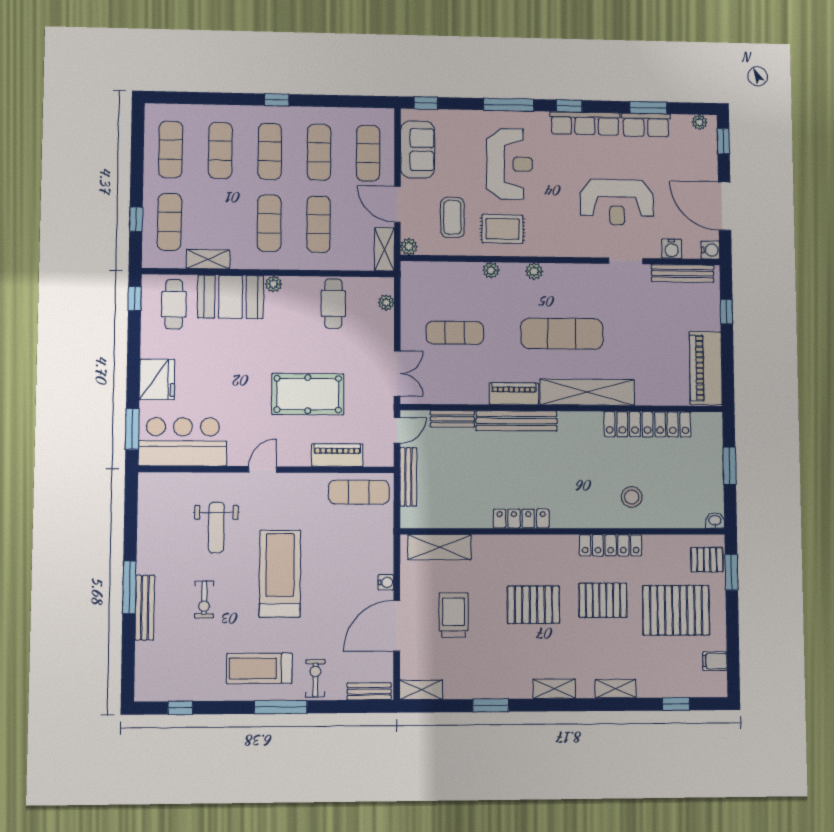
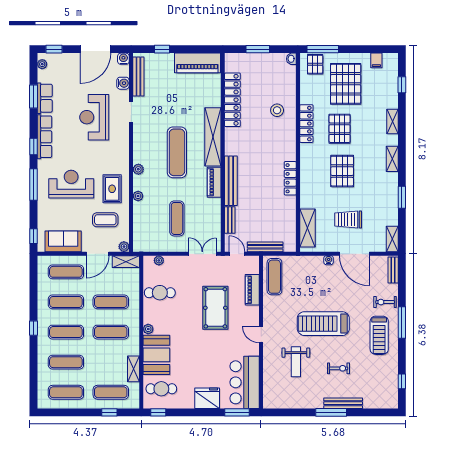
reception desk: (617, 202) -> (94, 117), turned 180
weight bench: (216, 528) -> (296, 362), turned 90
window: (731, 572) -> (323, 49), width x1.44

